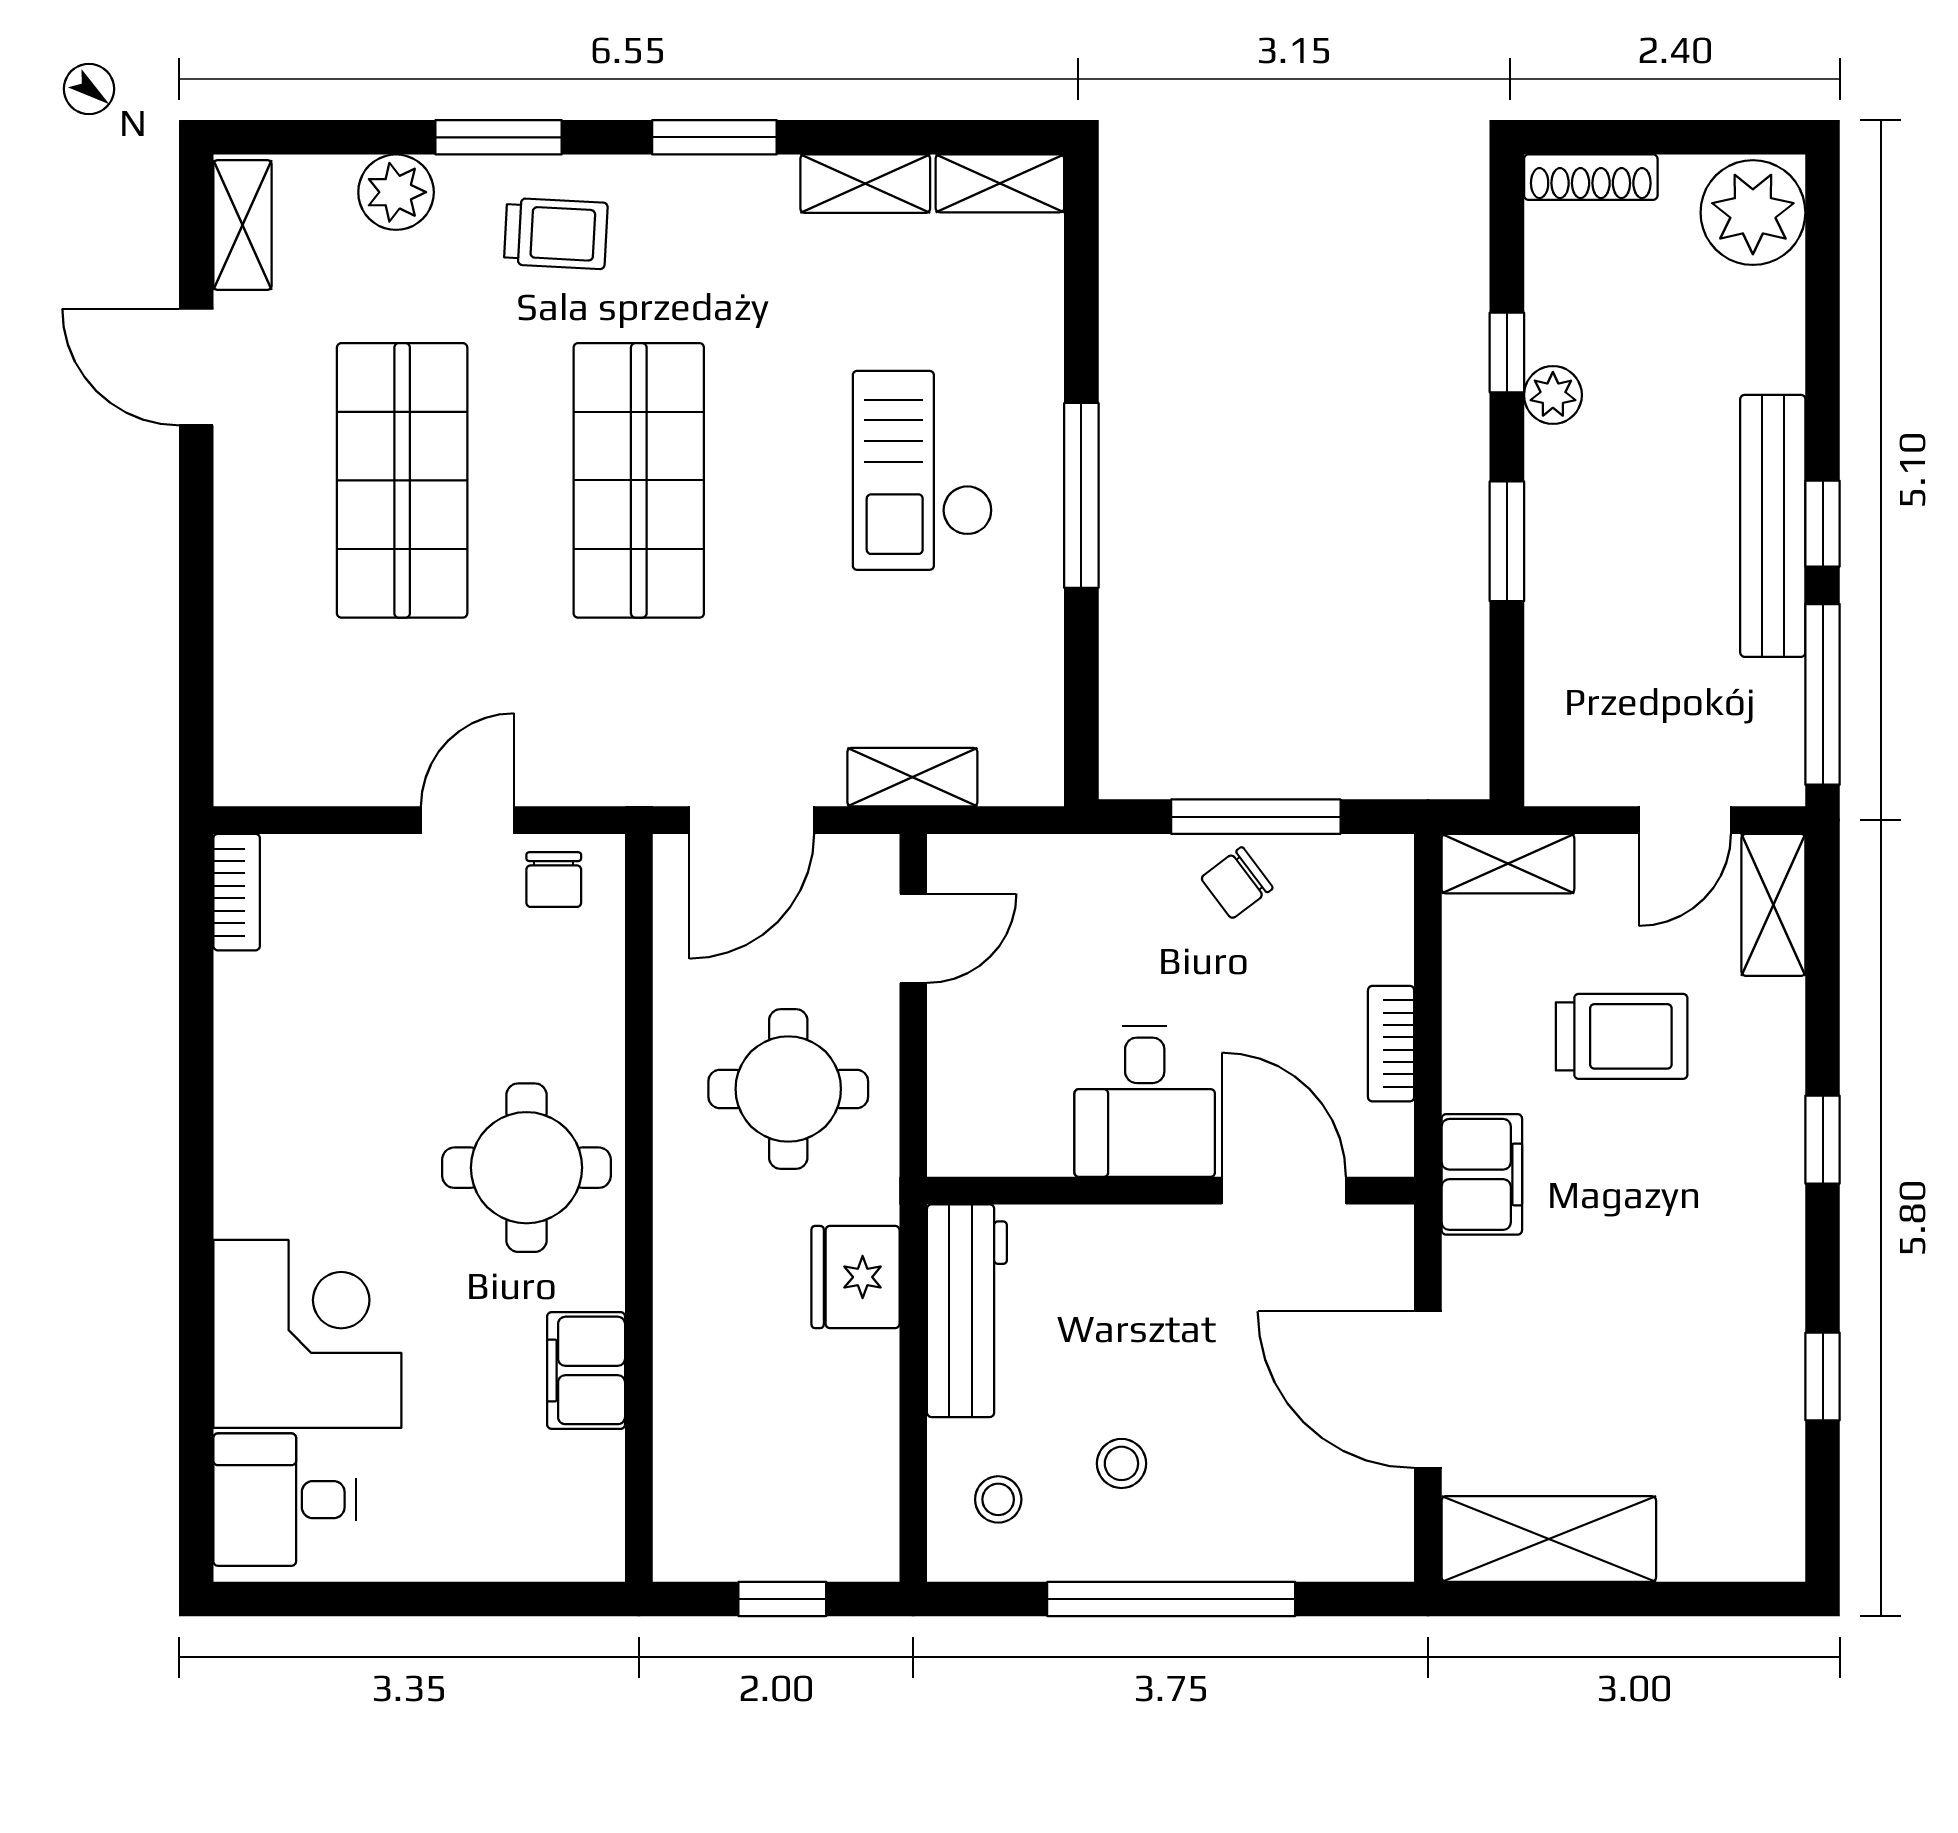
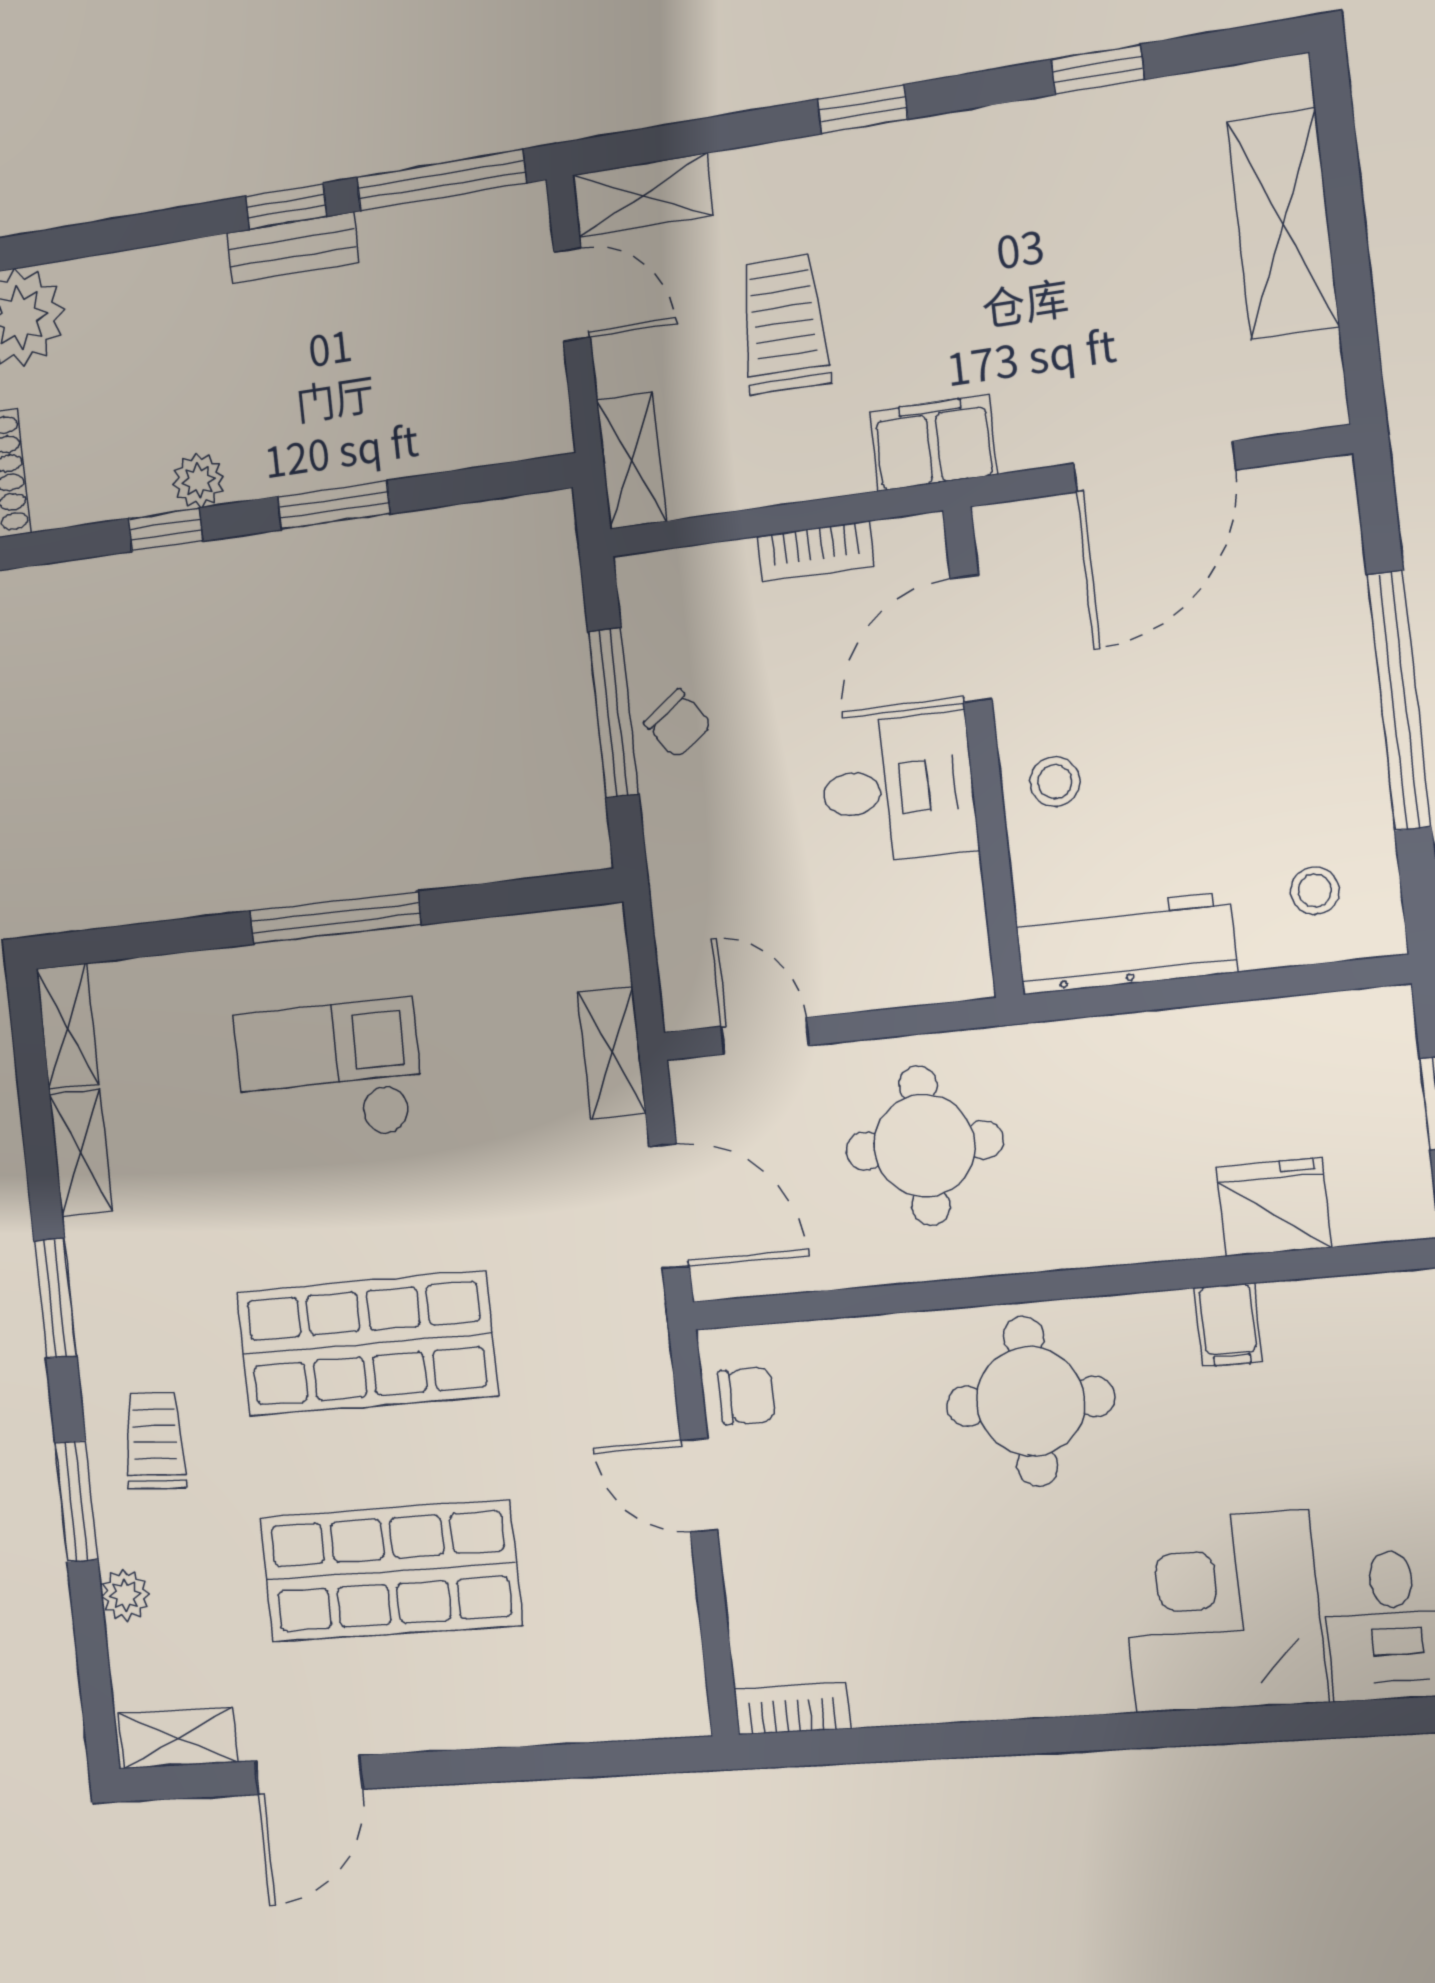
plant: (396, 192) -> (125, 1595), width x0.73, depth x0.73
checkout: (923, 470) -> (329, 1072), turned 180
bench: (1773, 526) -> (293, 248), width x0.54, depth x0.82
fridge: (856, 1277) -> (1274, 1207), moved, turned 180
filing cabinet: (586, 1370) -> (1228, 1325), width x0.50
stool: (1121, 1463) -> (1055, 782), moved
shelving: (1549, 1539) -> (1283, 224), moved

